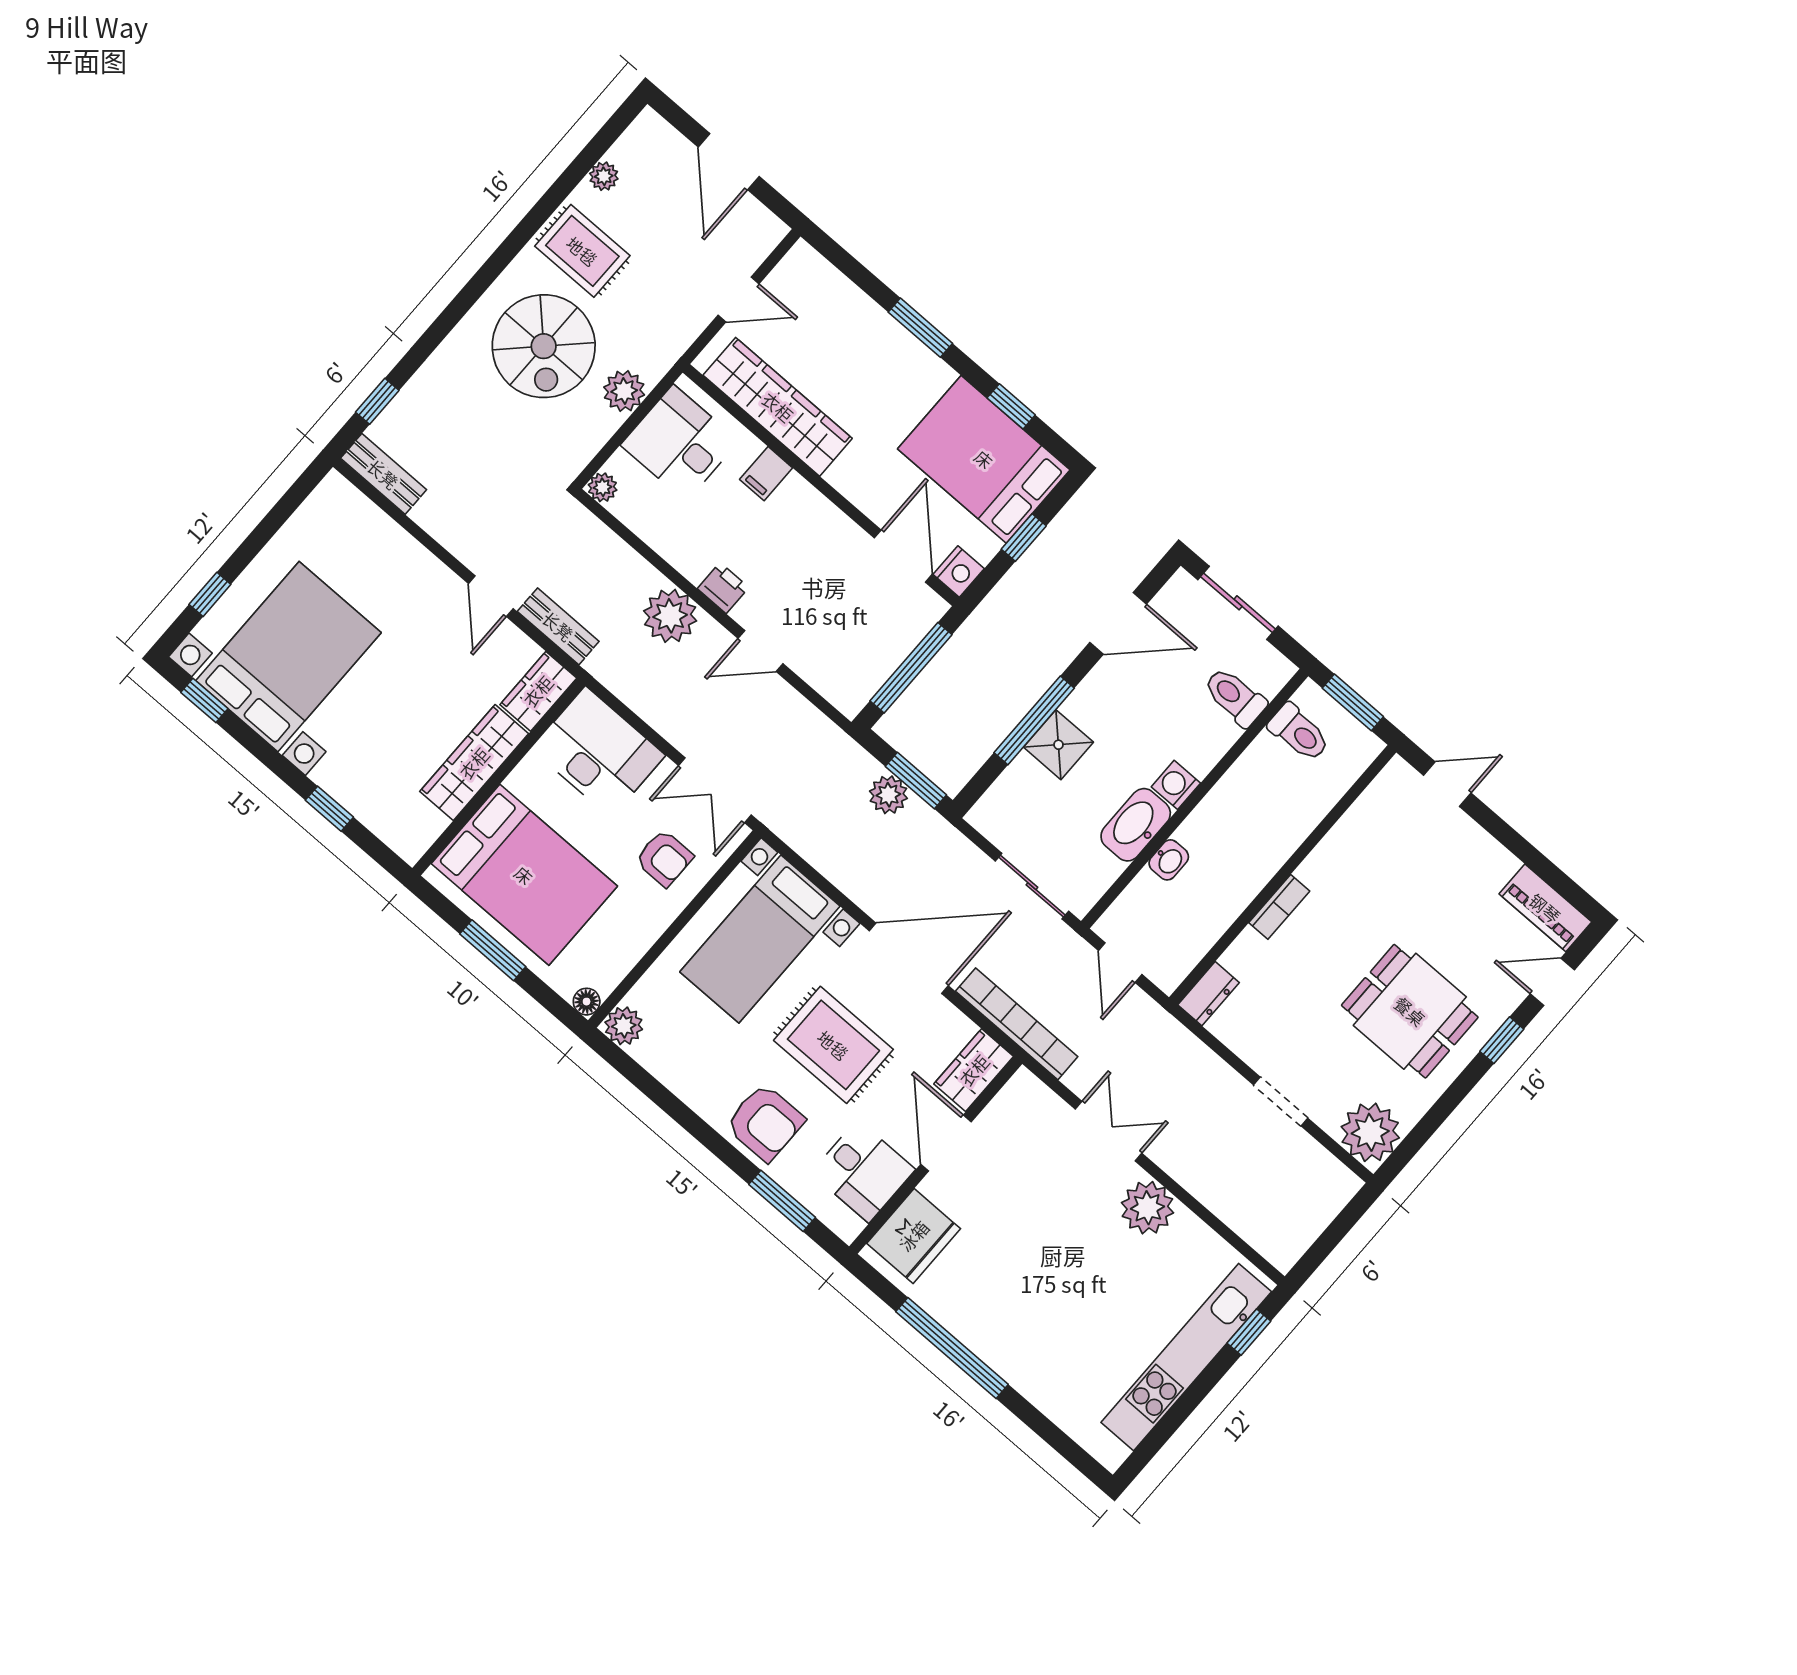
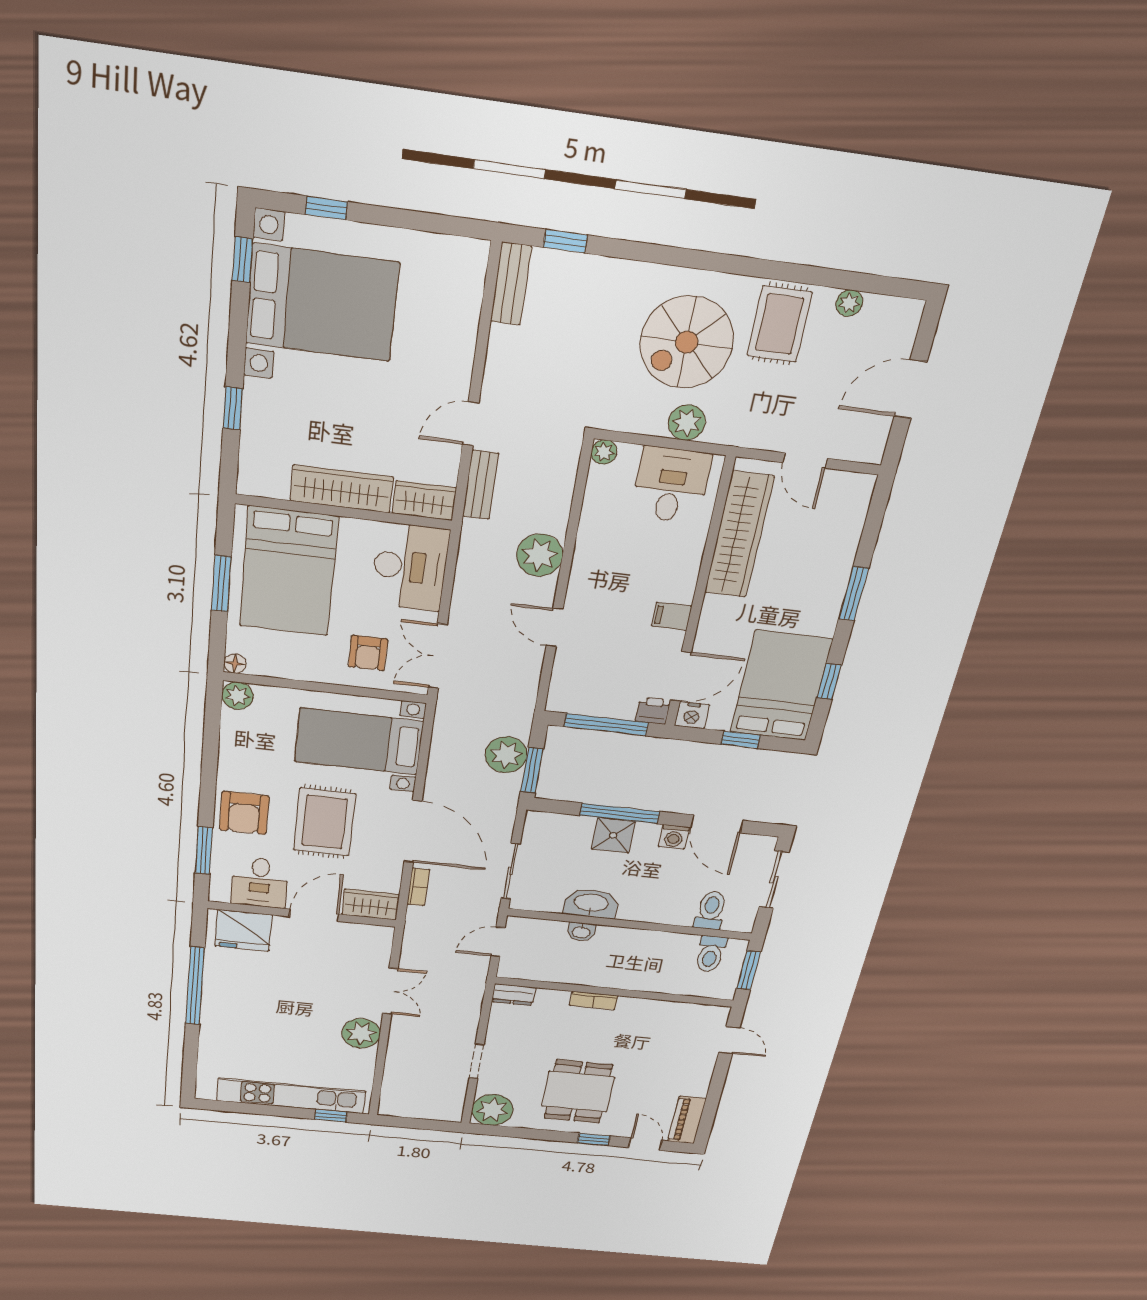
filing cabinet: (766, 474) -> (672, 616), moved
printer: (723, 588) -> (653, 711), moved, turned -90
washing machine: (1176, 785) -> (674, 837), moved, turned 180
plant: (888, 795) -> (506, 755), width x1.36, depth x1.36
bookcase: (1017, 1024) -> (418, 887), width x0.43, depth x0.76

